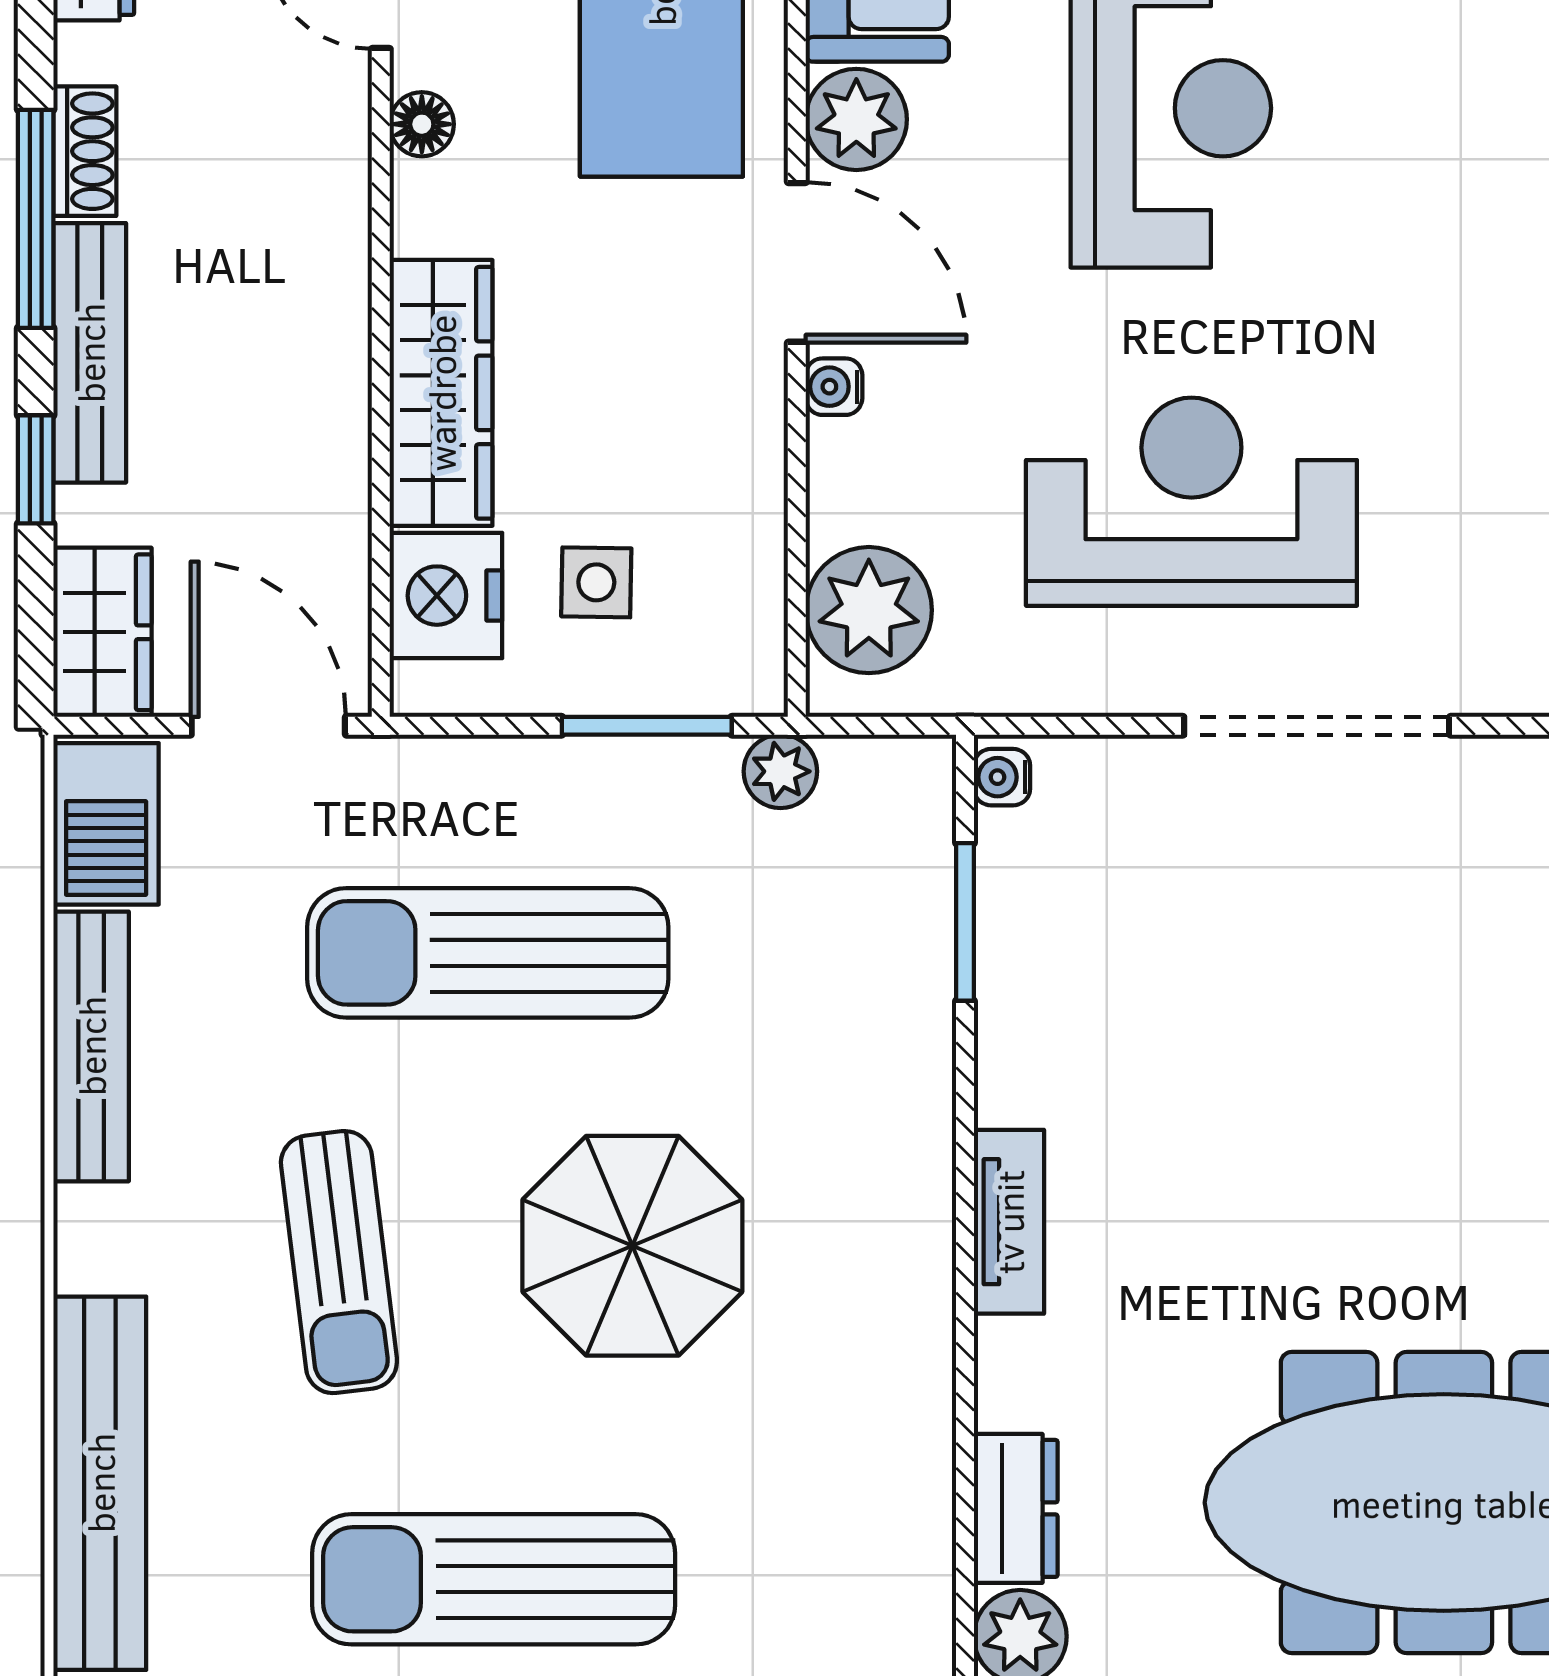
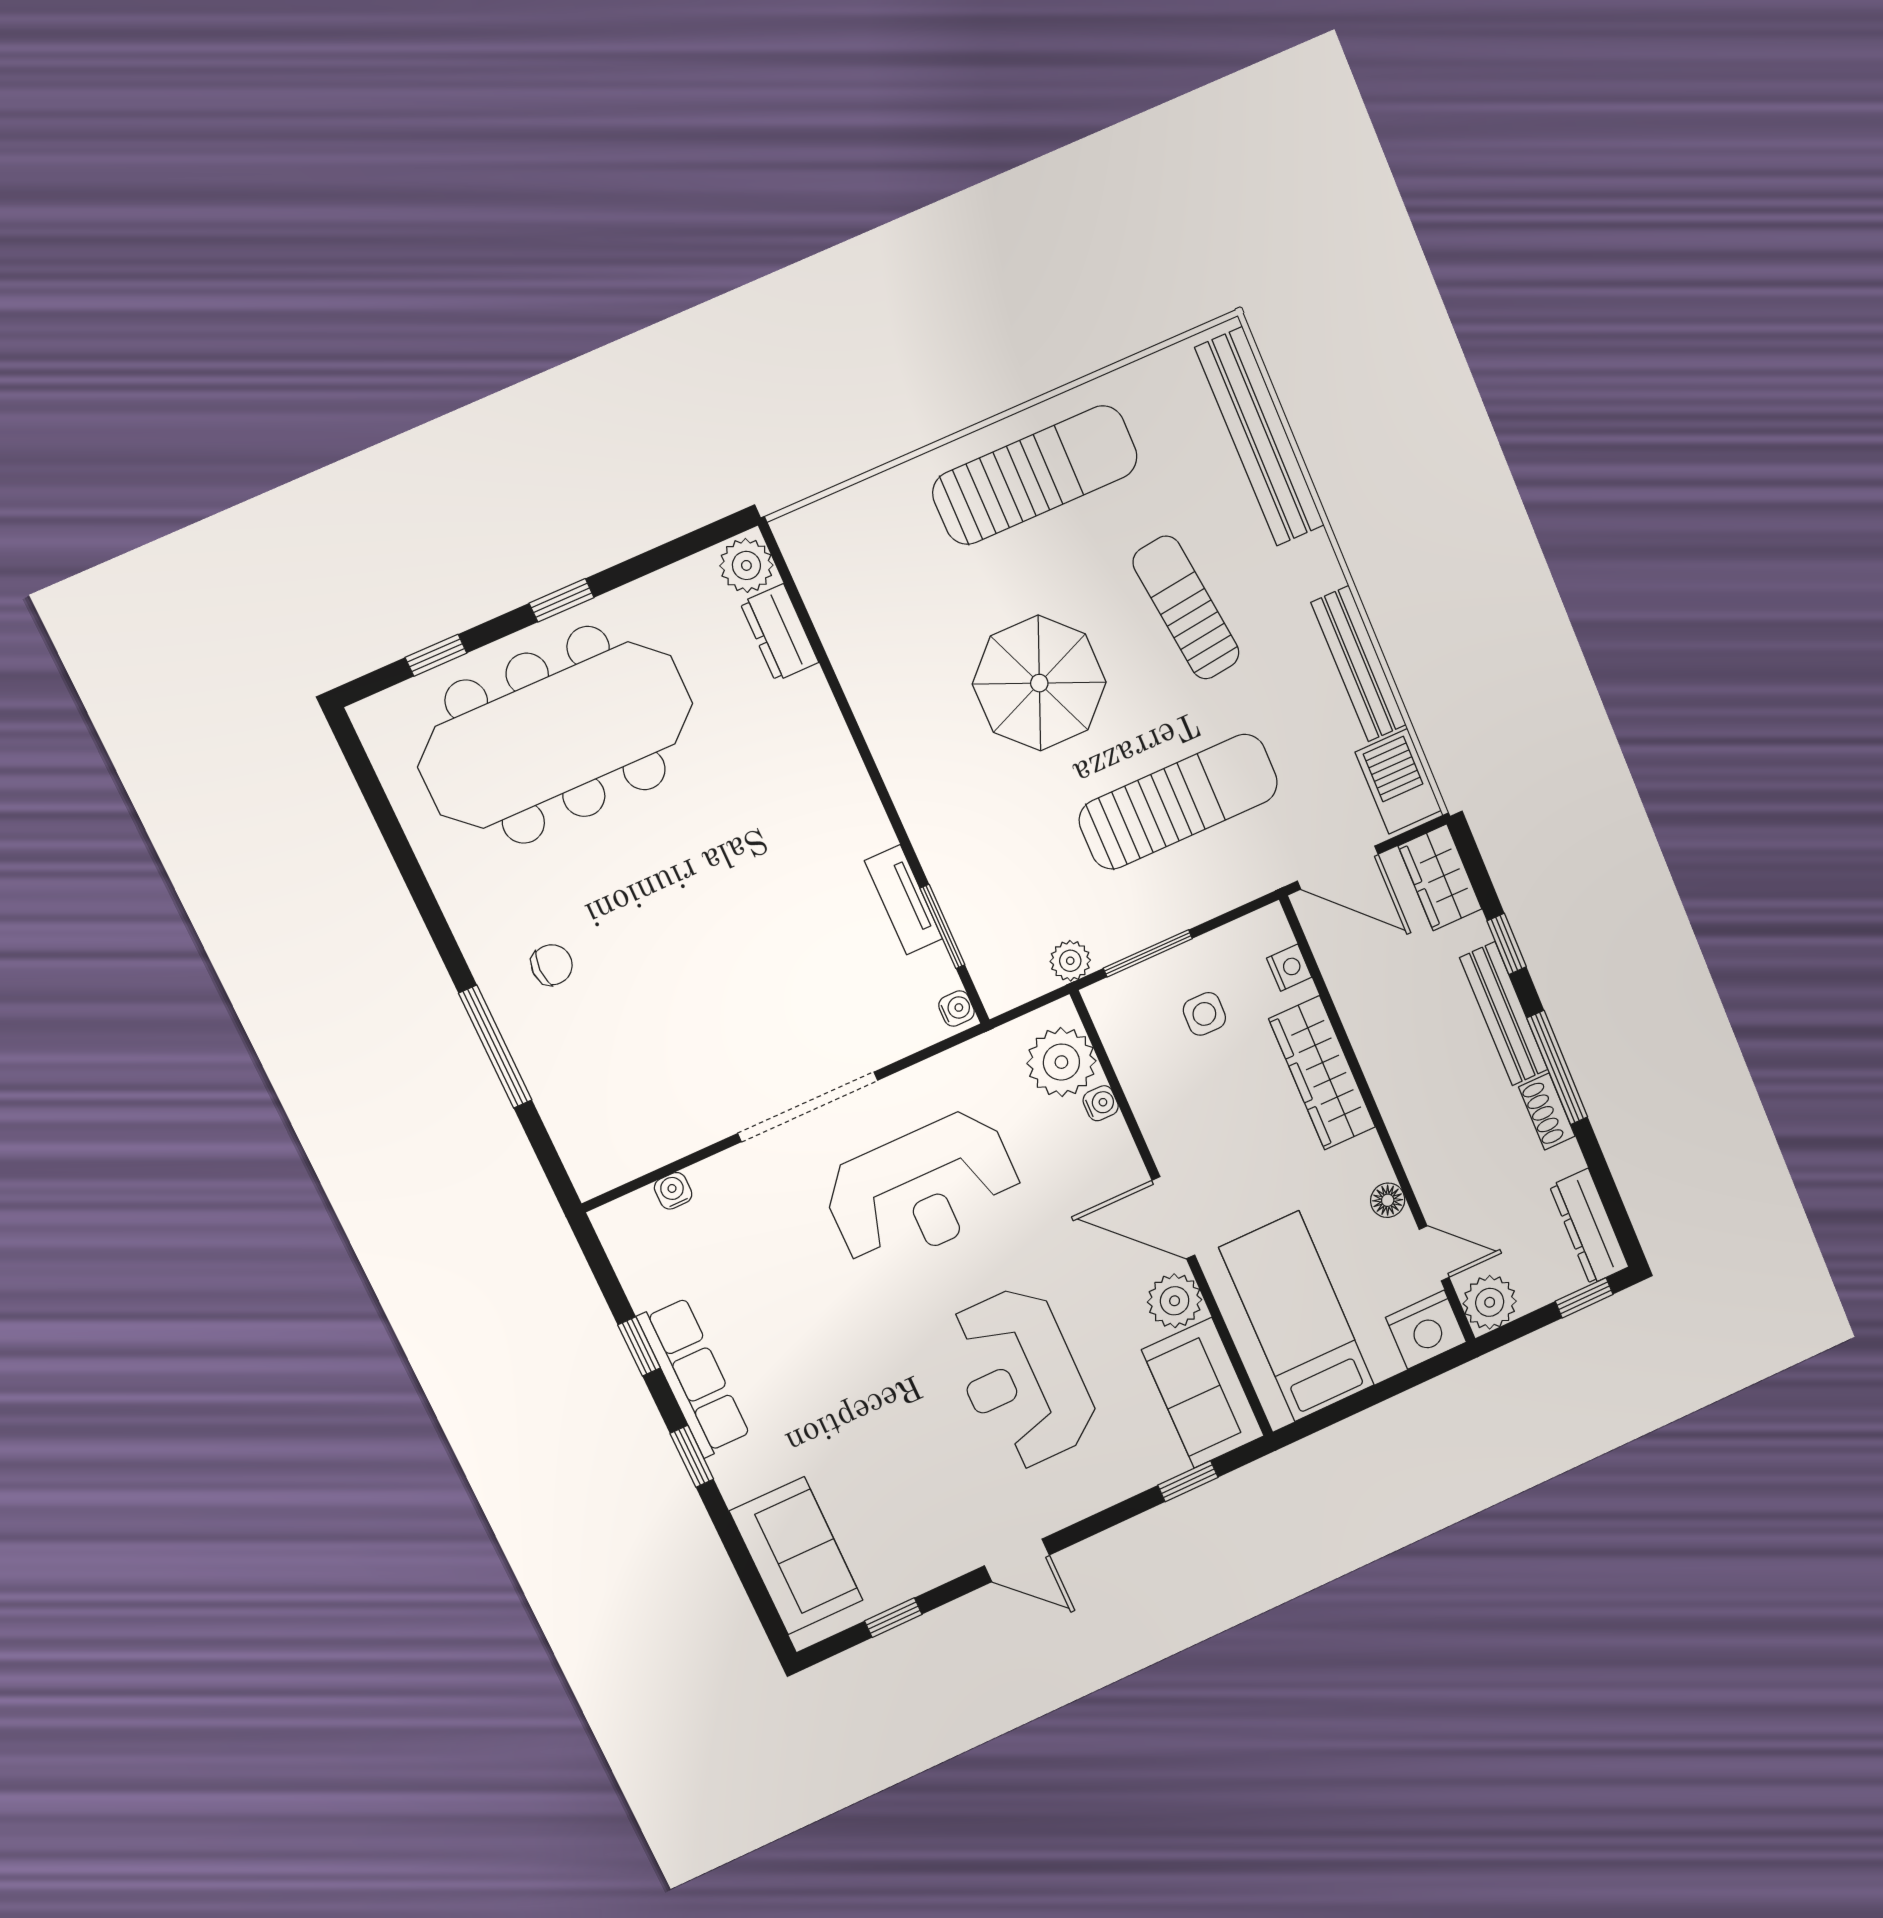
water cooler: (834, 387) -> (1101, 1103), moved
nightstand: (446, 596) -> (1289, 968), width x0.53, depth x0.56
tv unit: (1009, 1222) -> (903, 900), moved

